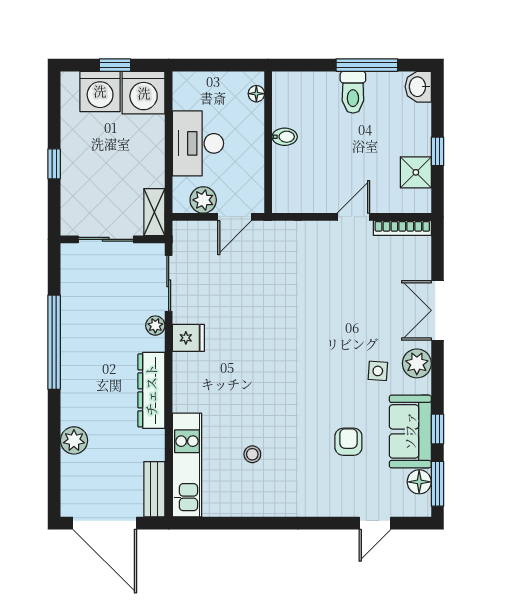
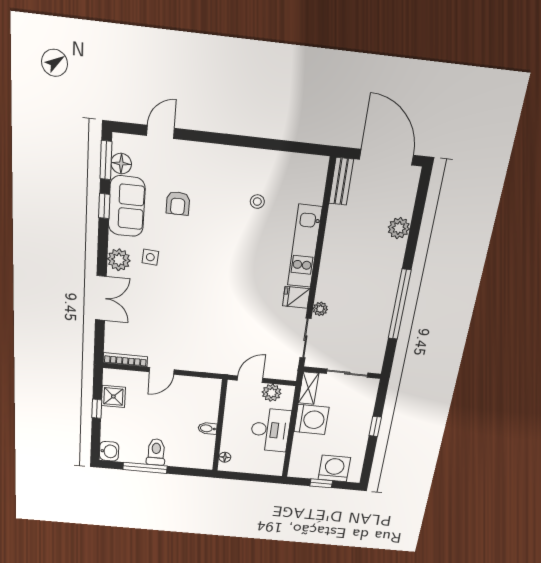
washing machine: (144, 93) -> (311, 420), moved, turned 90
dresser: (151, 390) -> (331, 261), removed
kitchen unit: (187, 465) -> (305, 246), moved

